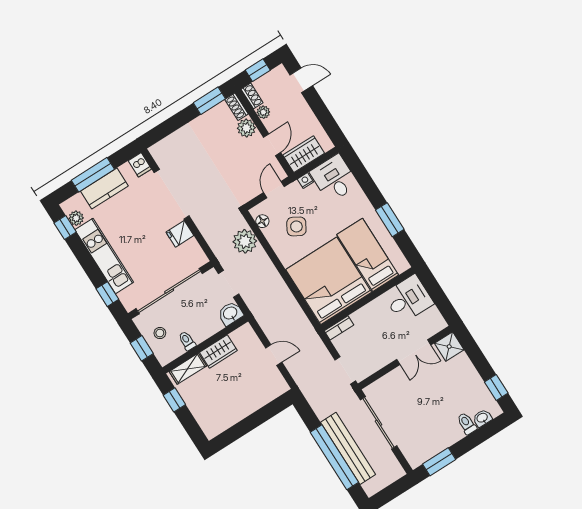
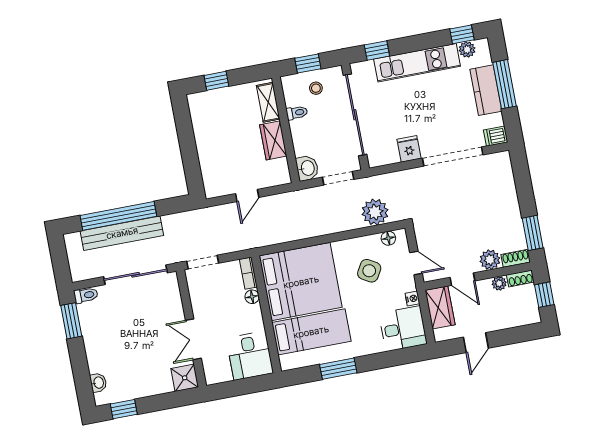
door: (301, 80) -> (476, 343), moved
floor lamp: (358, 317) -> (252, 297), added
window: (174, 400) -> (216, 81), moved
toilet: (467, 424) -> (86, 295), moved

